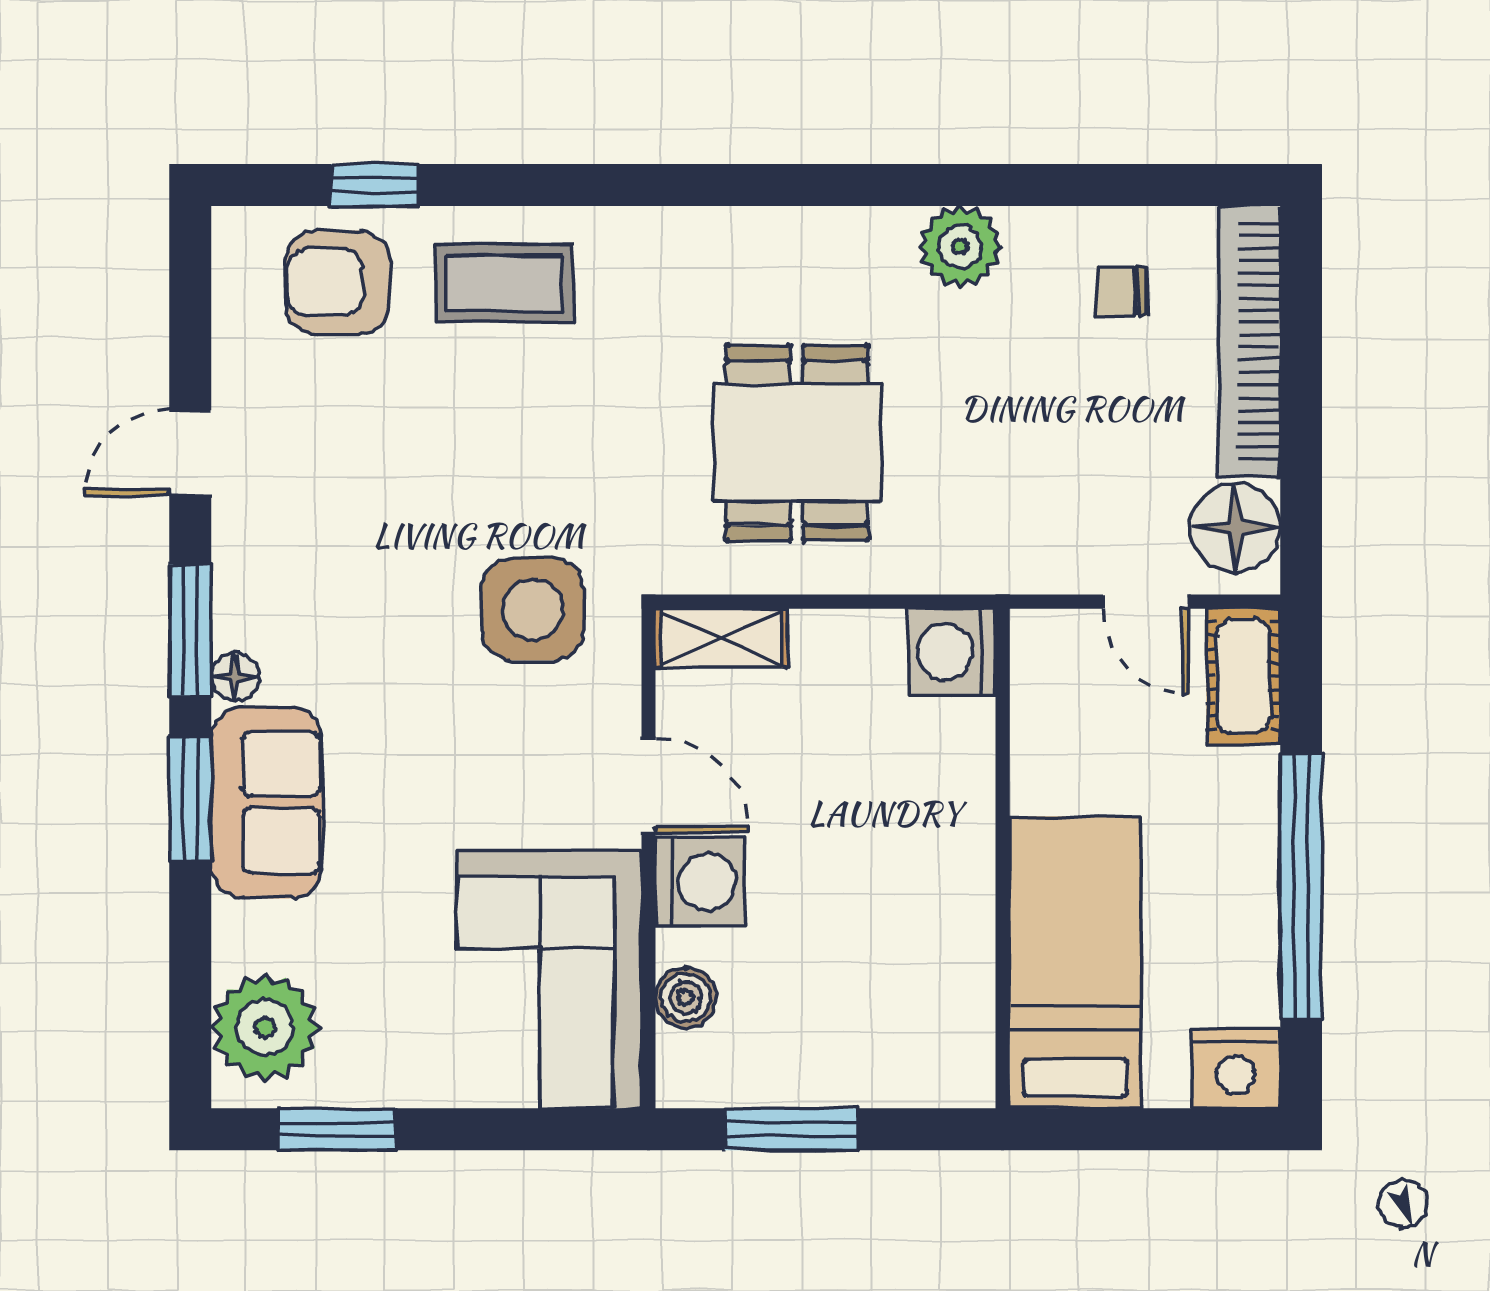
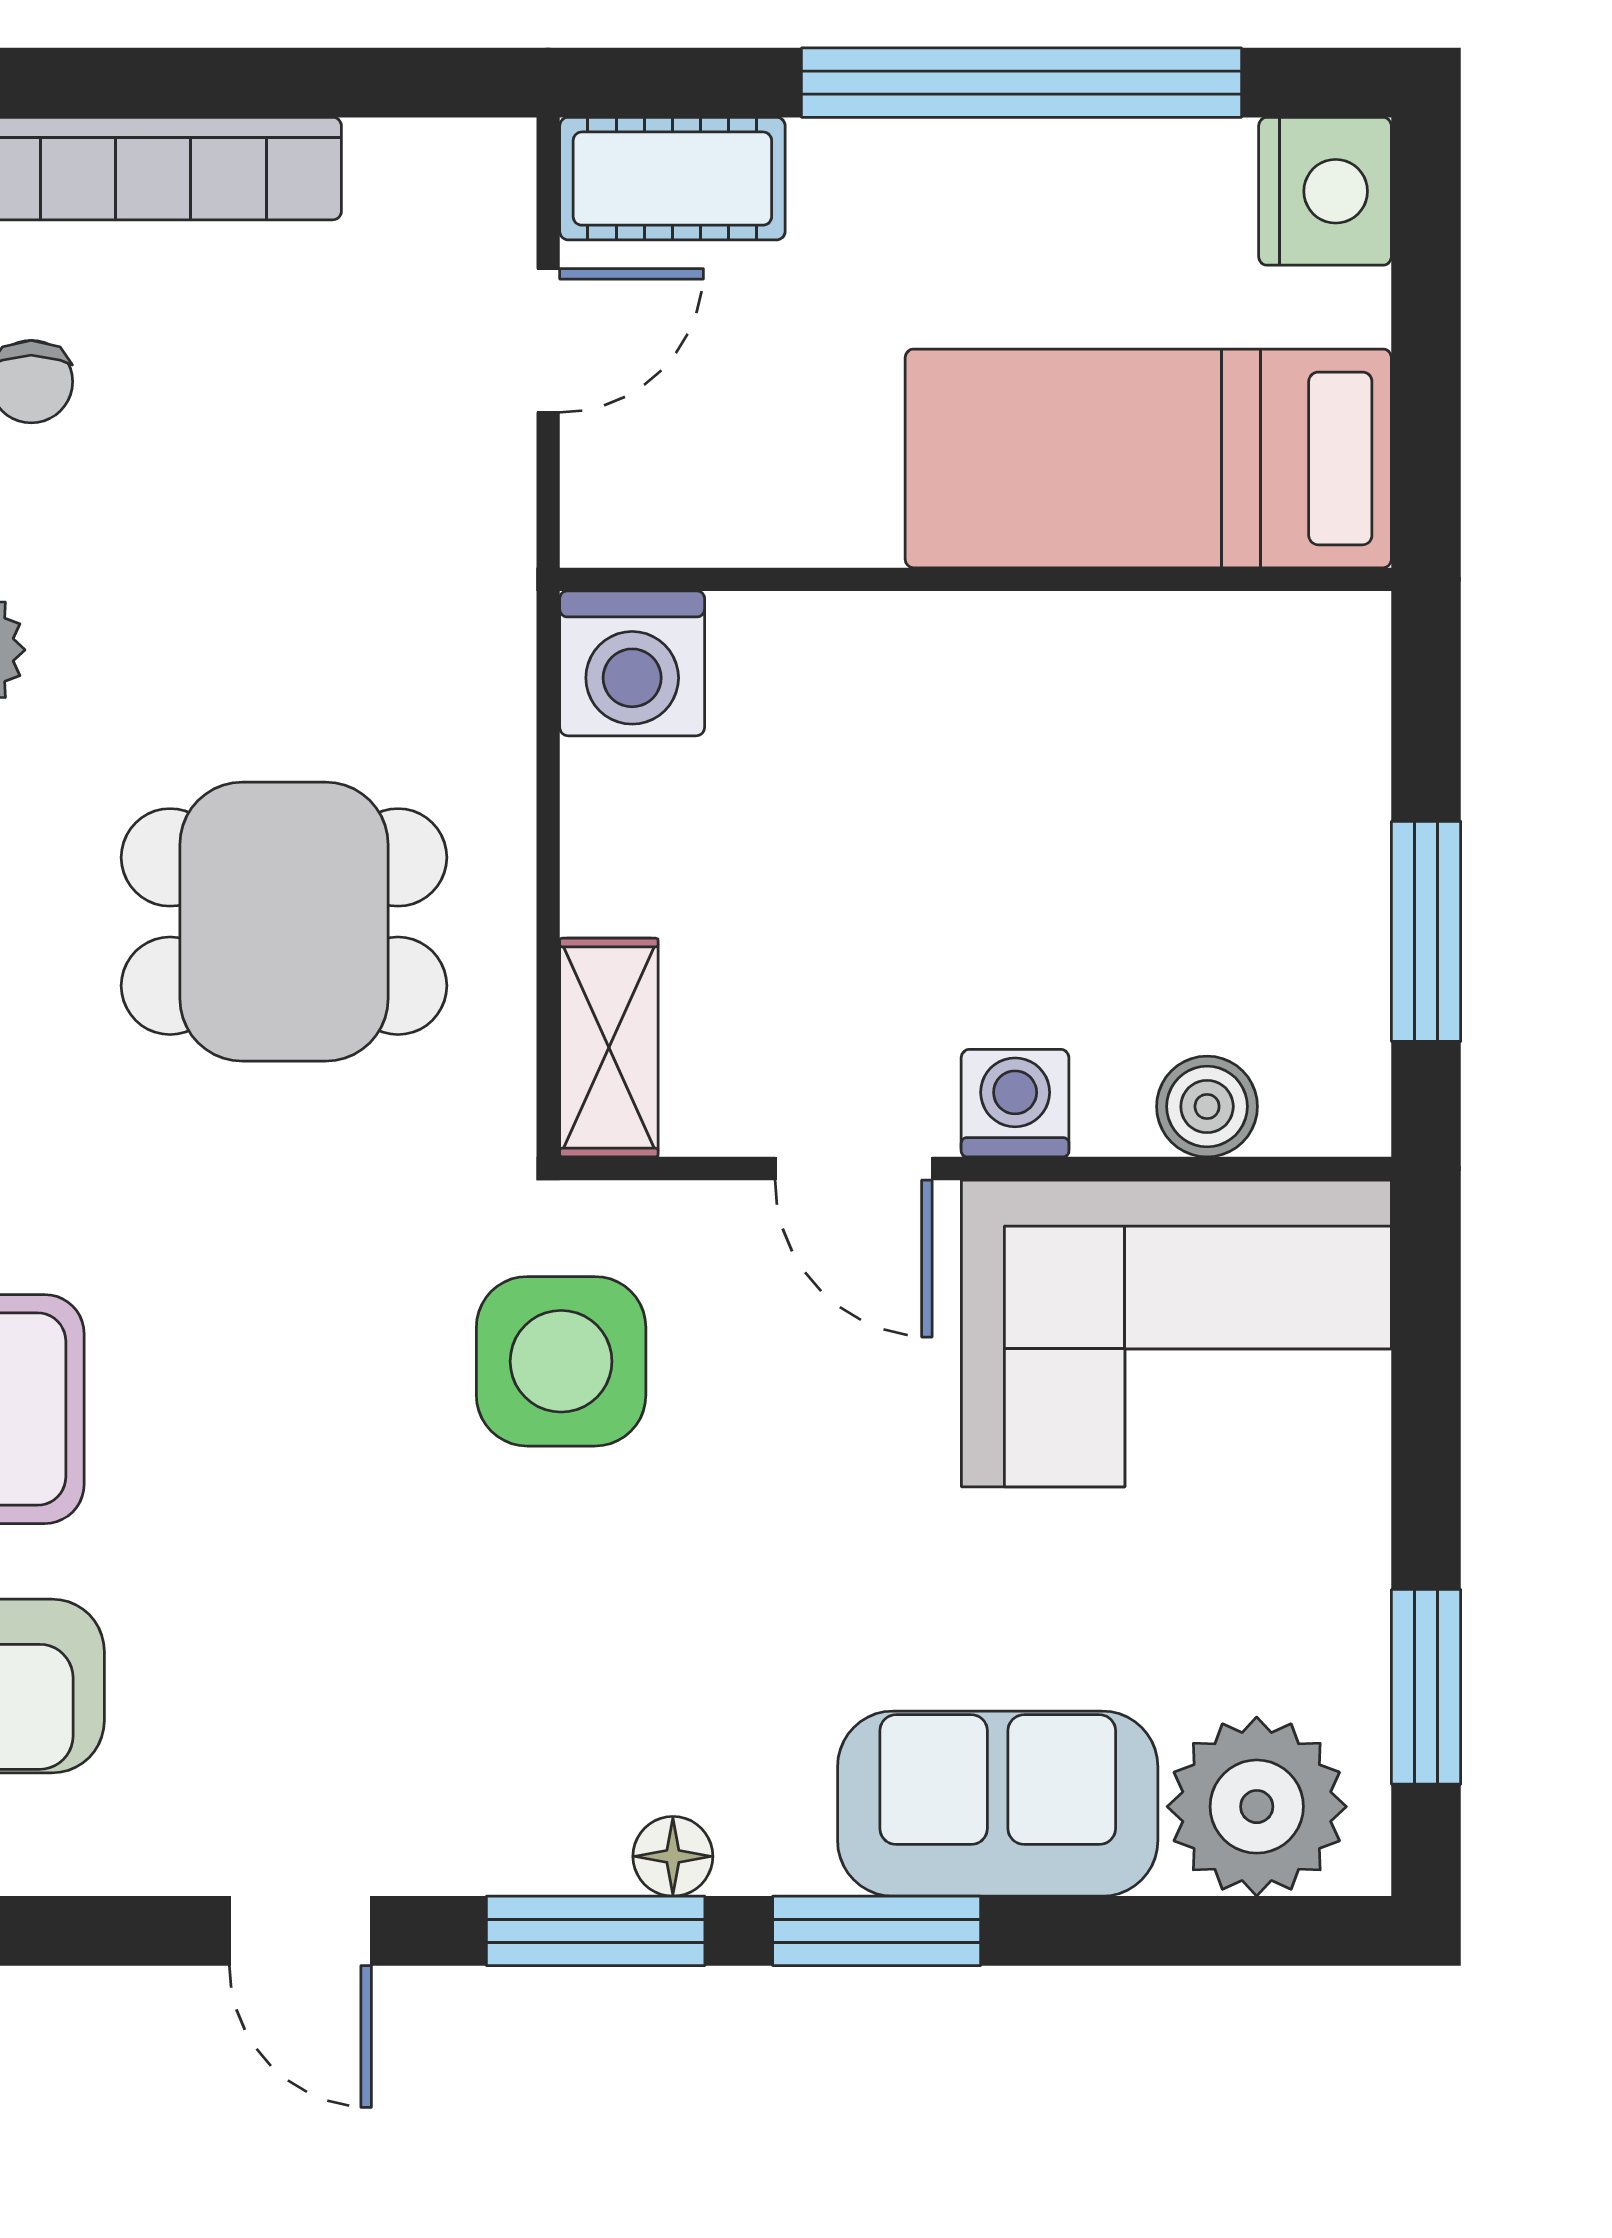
floor lamp: (1235, 528) -> (425, 192), removed
door: (648, 785) -> (854, 1168), swing flipped
sofa: (267, 802) -> (998, 1804), moved
washing machine: (700, 882) -> (1015, 1103), width x0.73, depth x0.73

